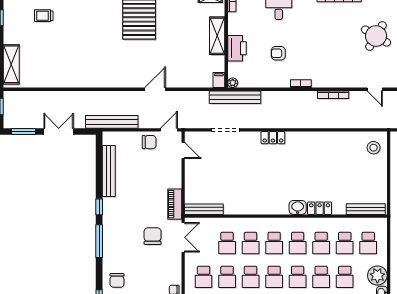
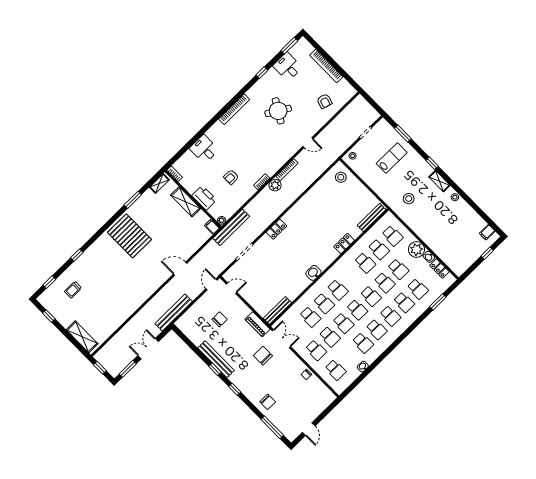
door: (155, 89) -> (180, 269), hinge flipped
plant: (309, 98) -> (275, 185), added
chair: (149, 142) -> (220, 319), moved
bench: (109, 171) -> (216, 359), moved
washbasin: (298, 207) -> (313, 273), moved
window: (99, 241) -> (235, 389), width x0.46
school desk: (298, 243) -> (351, 276), removed

